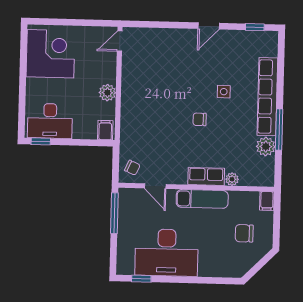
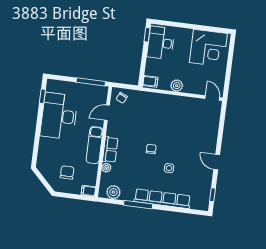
plant: (266, 147) -> (113, 192), moved

